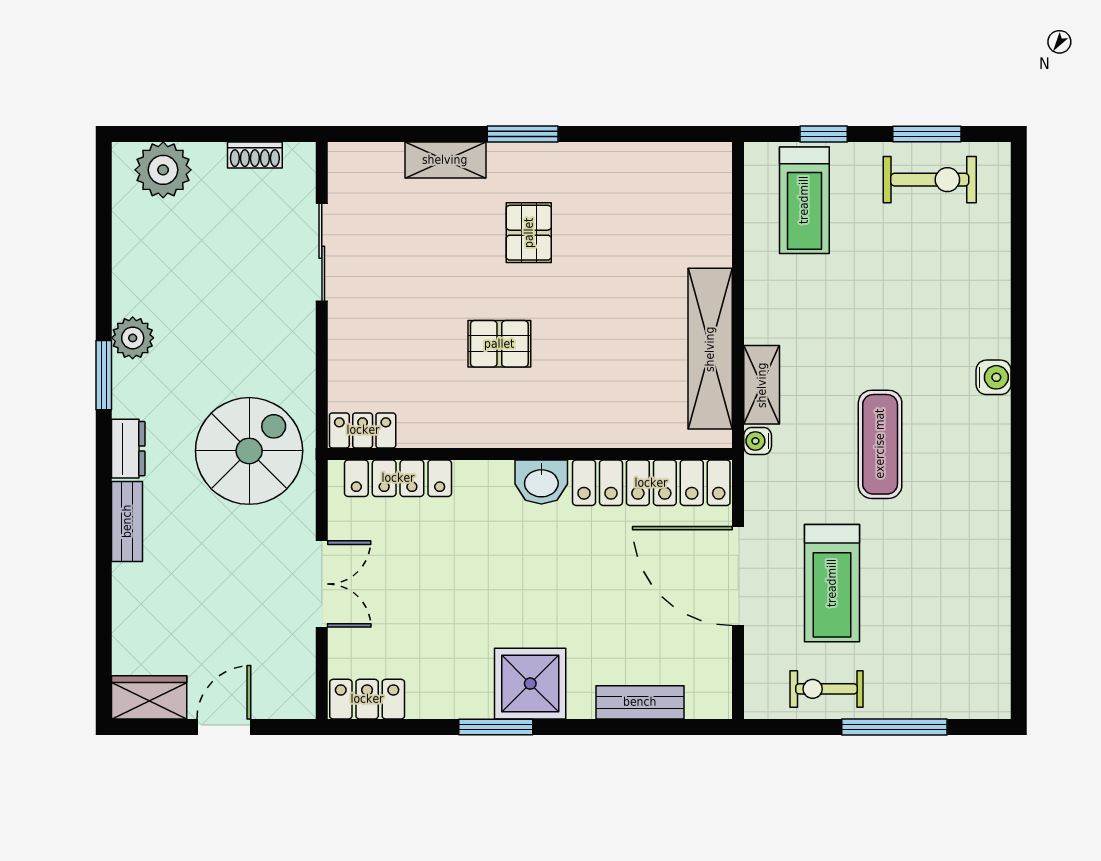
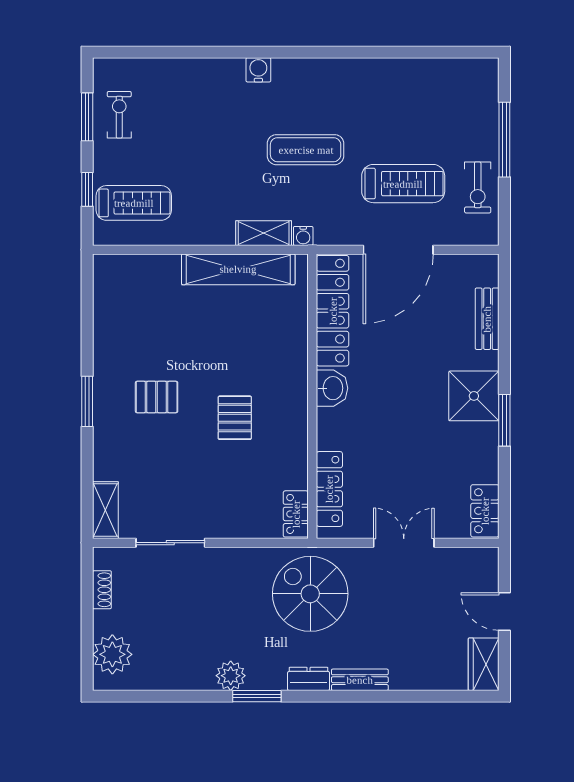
shelving: (445, 160) -> (105, 510), moved
exercise bike: (930, 180) -> (119, 115), width x0.73, depth x0.72

